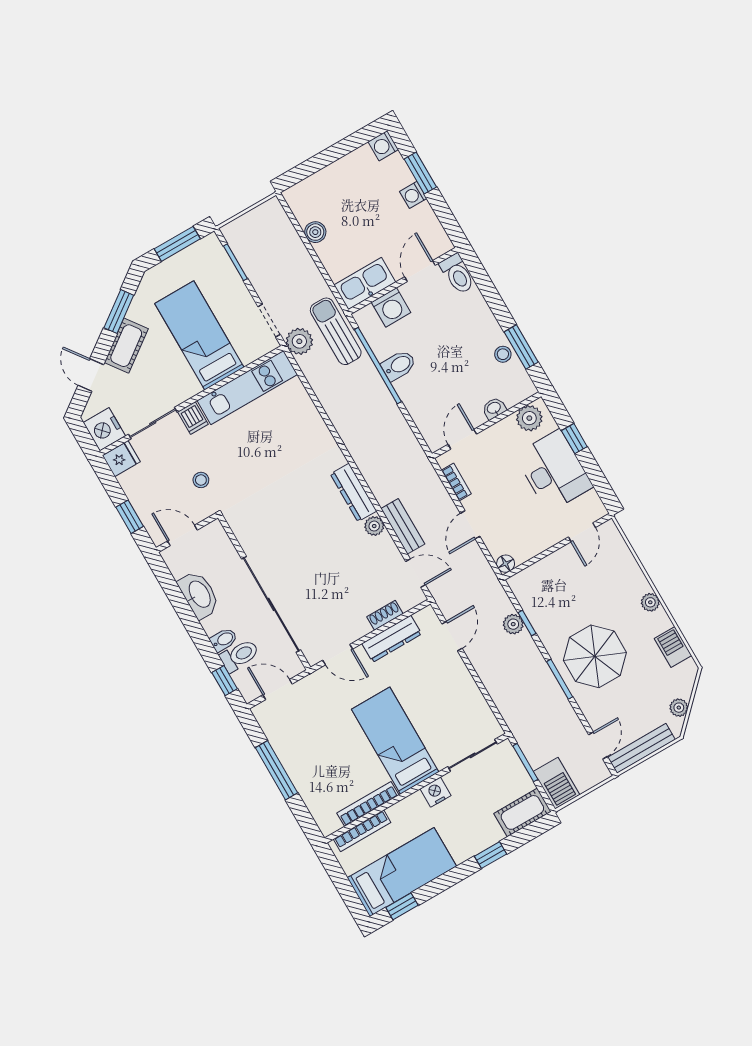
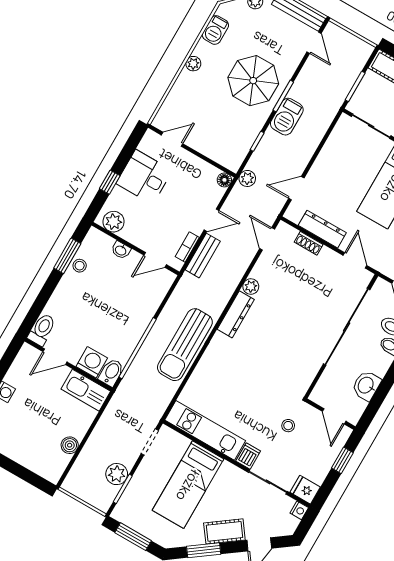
sun lounger: (336, 331) -> (185, 345), moved, width x1.36, depth x1.34
plant: (299, 341) -> (117, 474), moved
bidet: (399, 365) -> (111, 372), moved, turned 90
nightstand: (104, 429) -> (299, 510), width x0.53, depth x0.56
desk: (554, 471) -> (144, 177), width x0.73
bench: (403, 526) -> (203, 256), moved
washbasin: (199, 595) -> (366, 385), width x0.72
plant: (513, 624) -> (247, 178), moved
door: (598, 745) -> (314, 43), swing flipped
barbecue: (557, 783) -> (287, 117), moved, turned 180

